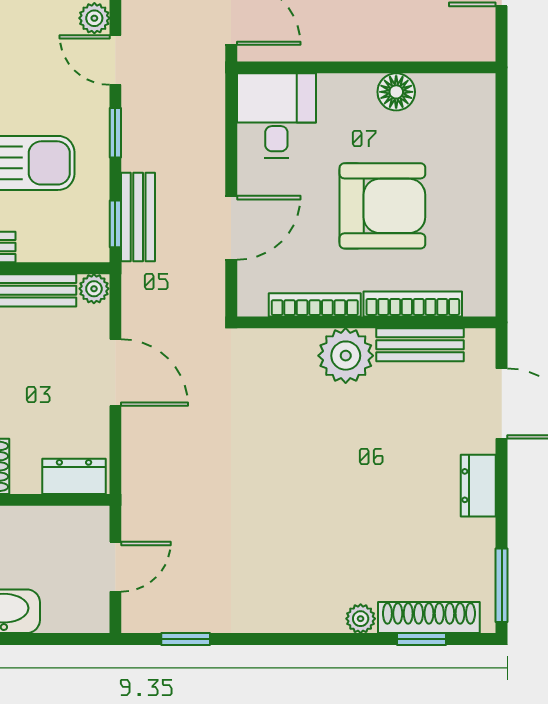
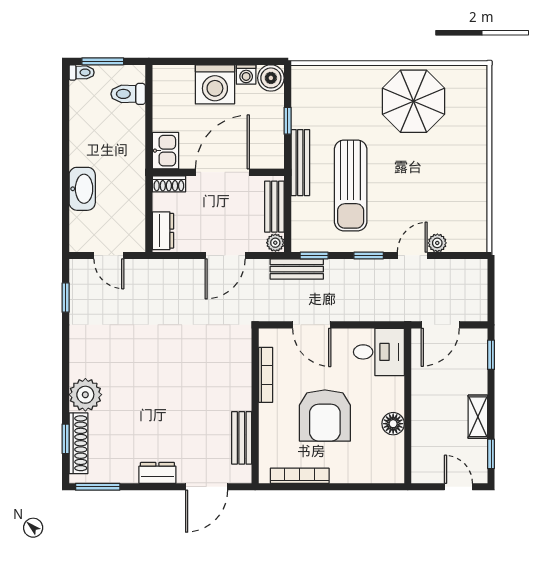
bench: (138, 217) -> (297, 269), moved
bookcase: (413, 304) -> (300, 476), moved, turned -90
plant: (346, 356) -> (235, 393), removed
plant: (361, 619) -> (85, 395), width x1.87, depth x1.87

